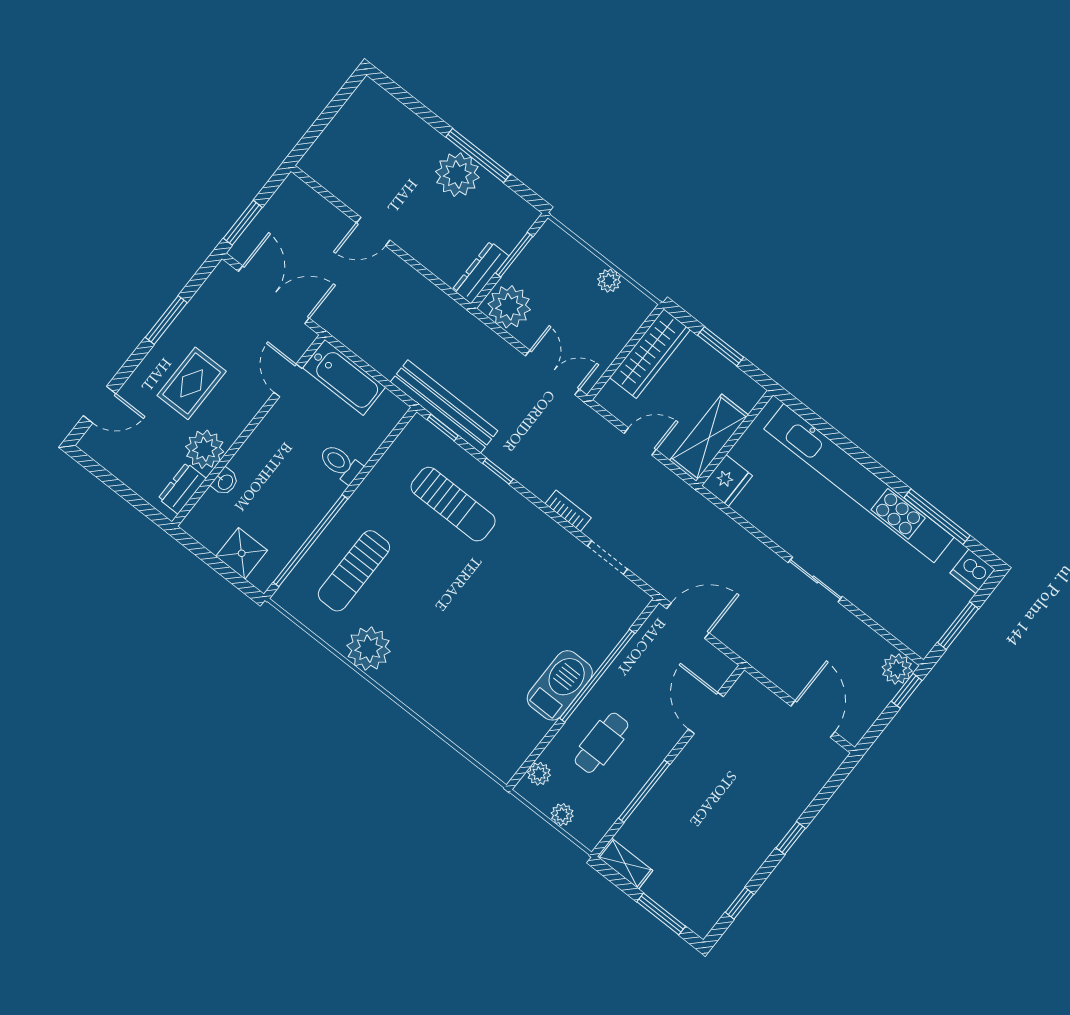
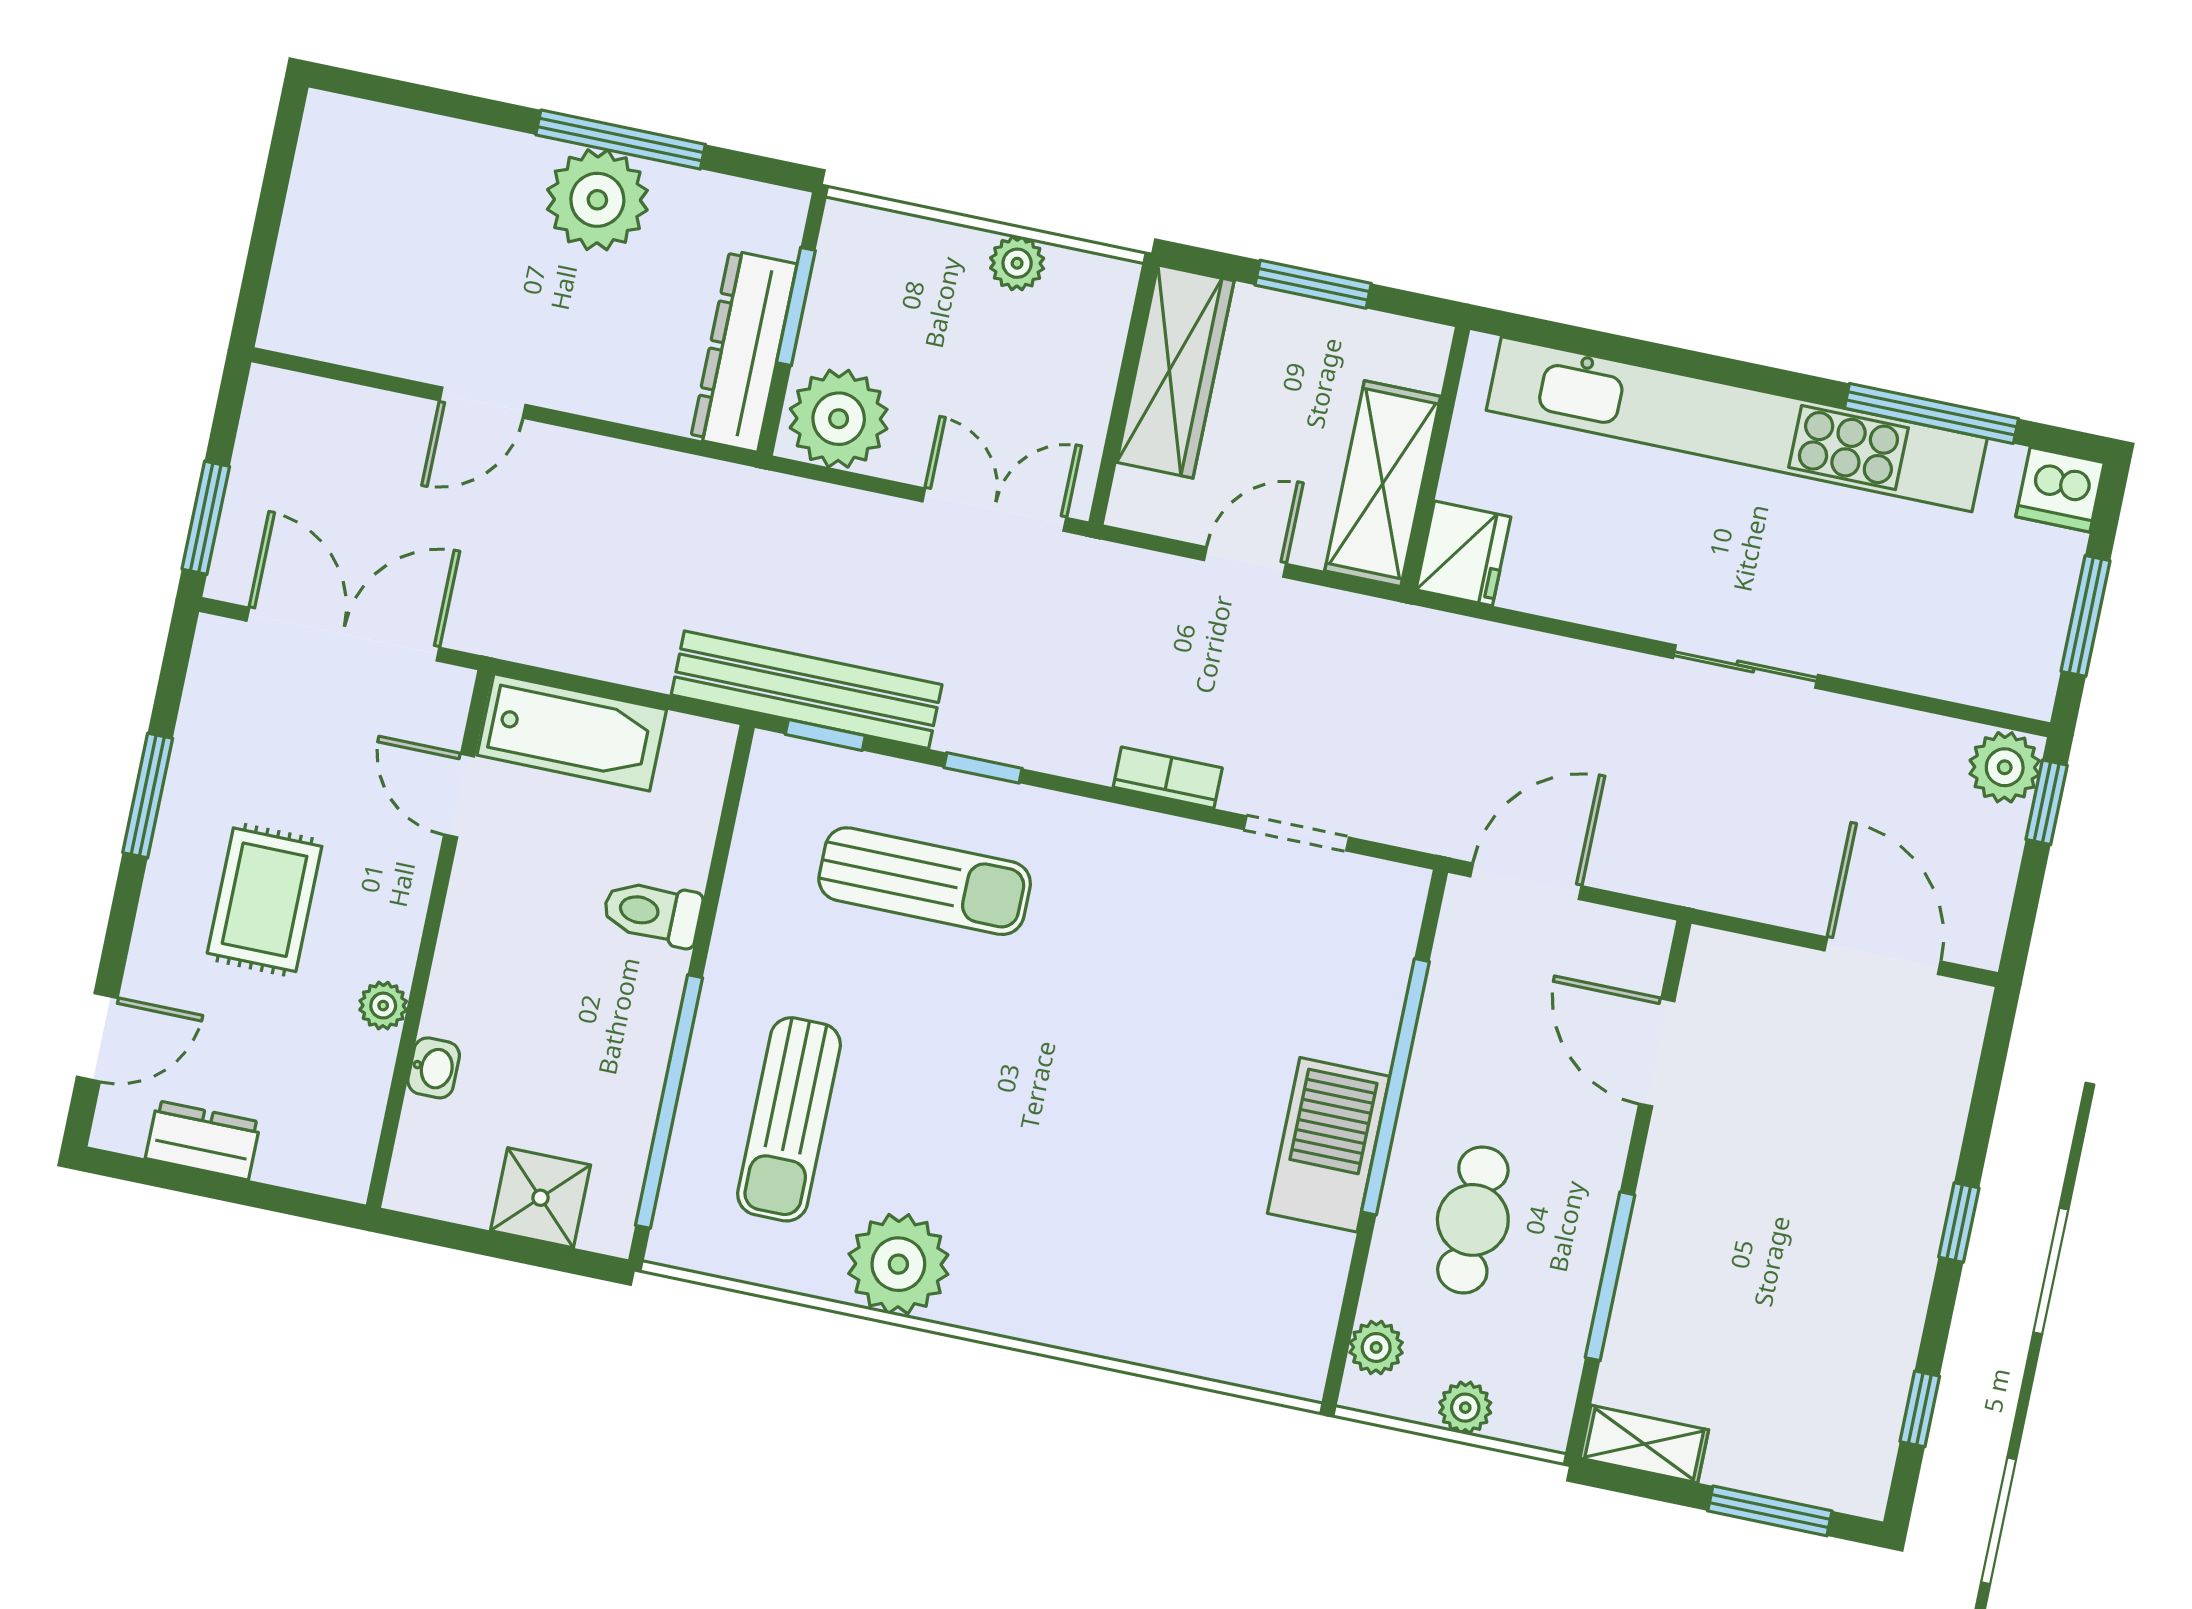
dresser: (481, 273) -> (744, 351), width x1.37, depth x1.24
plant: (205, 449) -> (383, 1006), width x0.53, depth x0.53
dresser: (182, 488) -> (203, 1140), moved, turned 90

